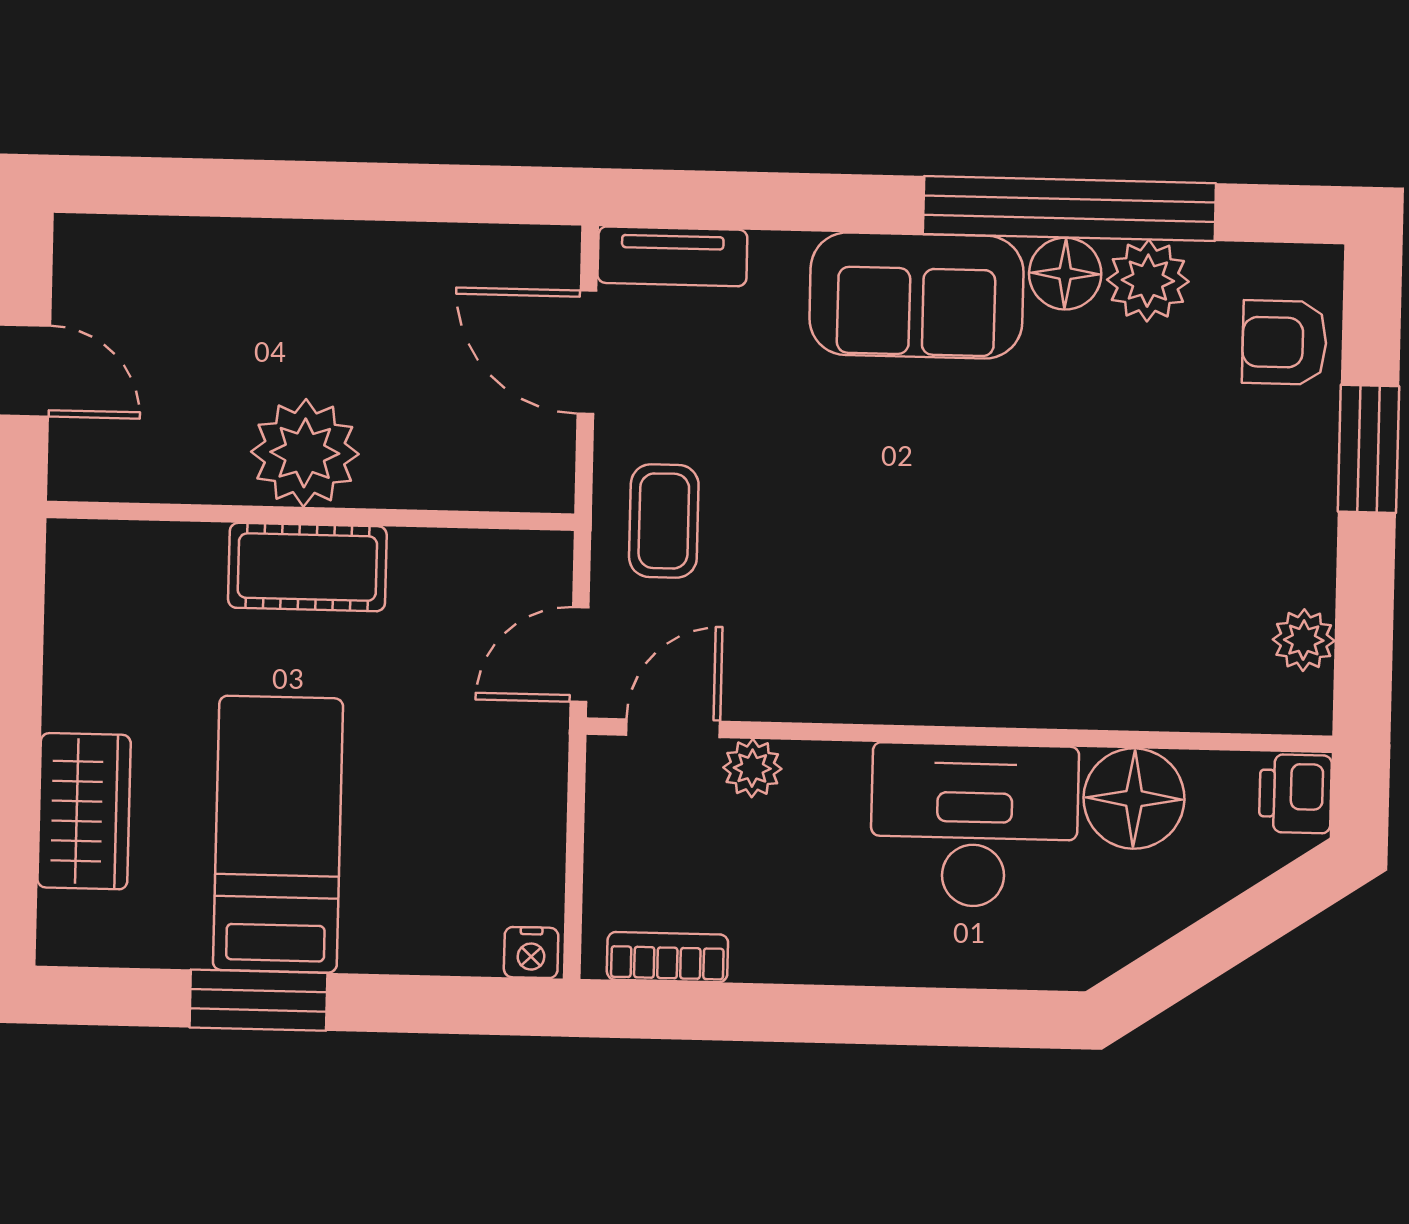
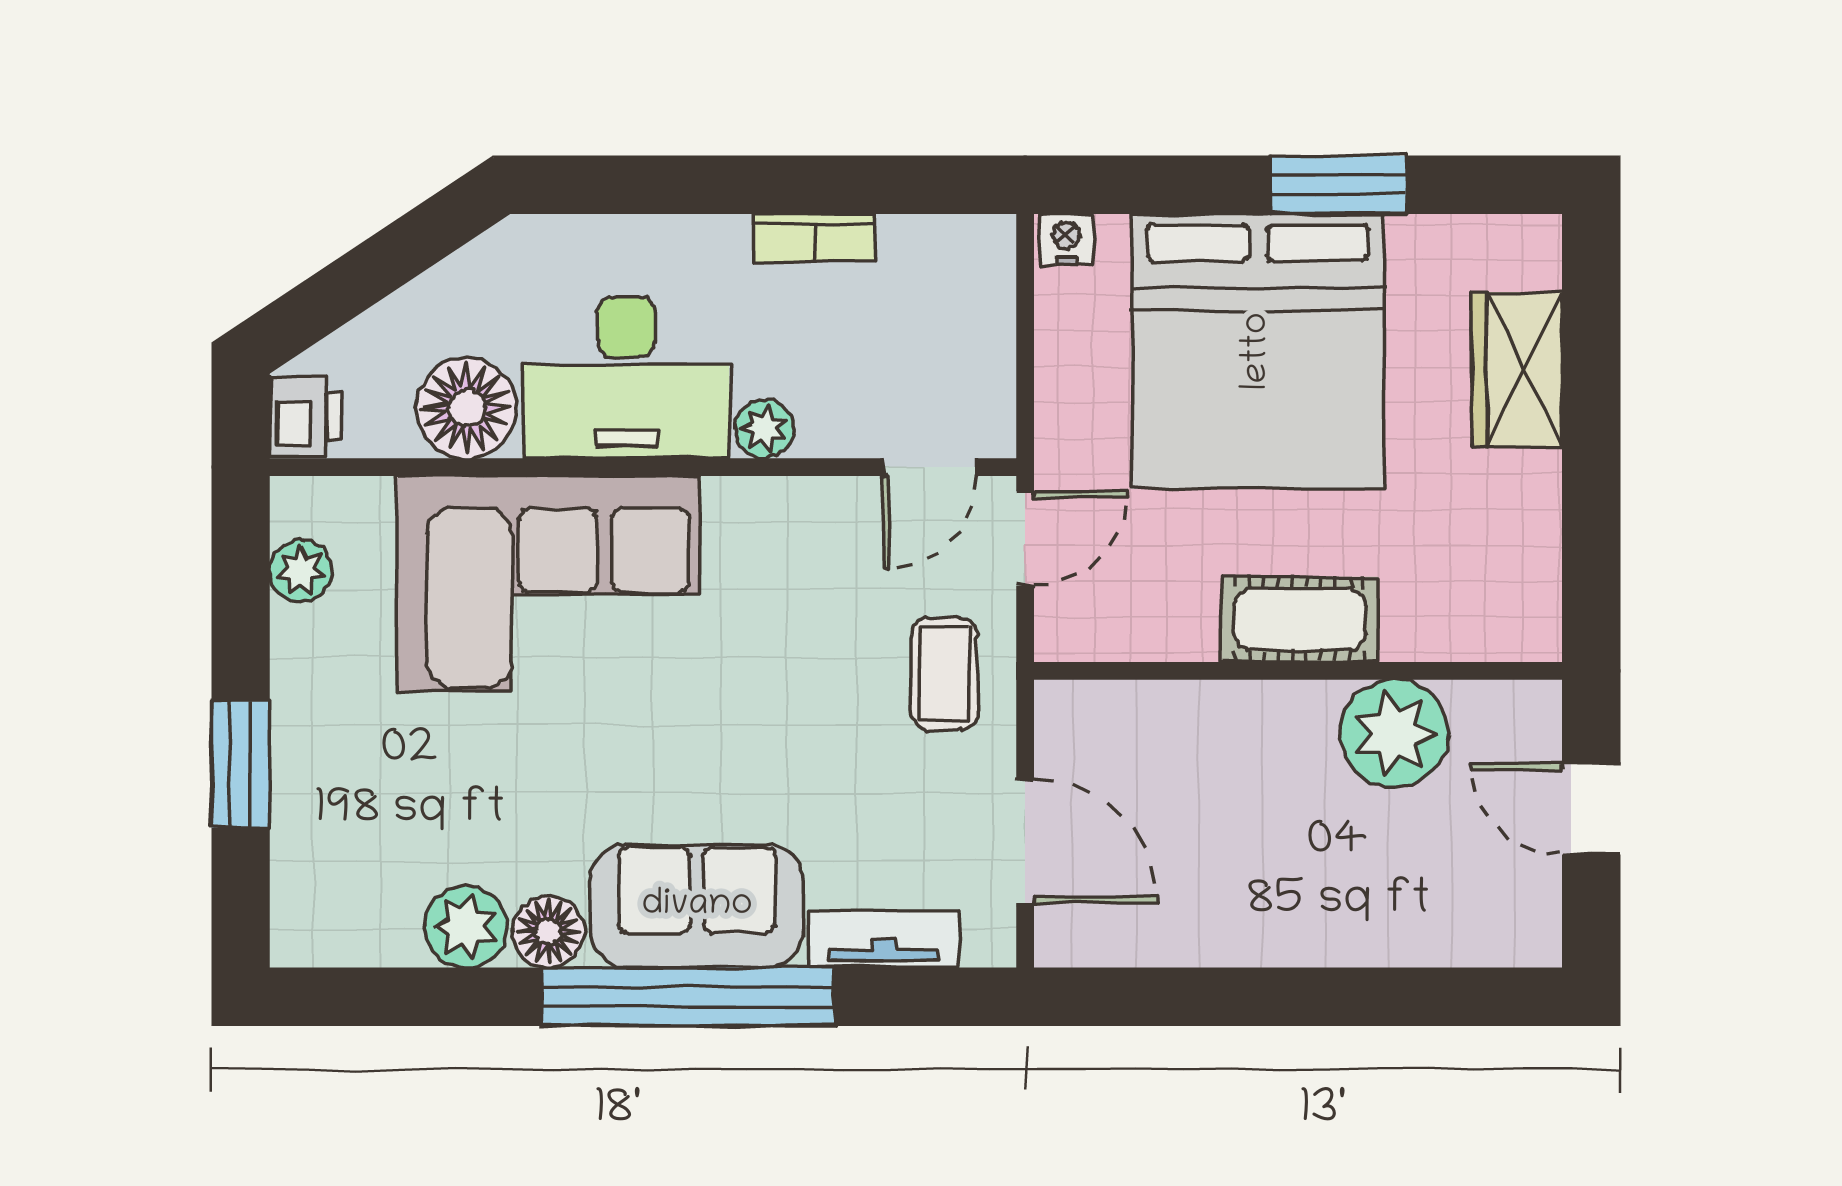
window: (1069, 209) -> (688, 997), moved
tv unit: (672, 256) -> (884, 939), moved
armchair: (1284, 342) -> (327, 868), removed
plant: (305, 453) -> (1394, 734), moved
corner sofa: (1057, 621) -> (548, 584), added
plant: (752, 768) -> (764, 429), moved
bed: (278, 834) -> (1258, 351), width x2.04
bookcase: (667, 957) -> (814, 238), moved

